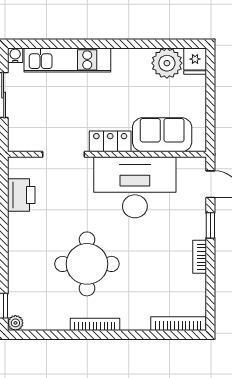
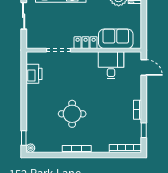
desk: (135, 187) -> (111, 65), width x0.53, depth x0.77
window: (210, 225) -> (144, 130), moved
round table: (87, 264) -> (72, 114), width x0.73, depth x0.73

